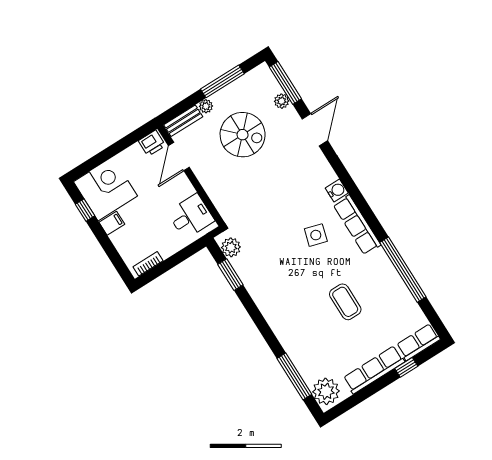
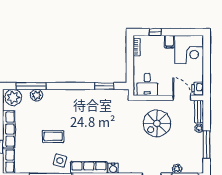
spiral stairs: (243, 135) -> (157, 123), moved
window: (85, 210) -> (155, 32), moved
side table: (316, 235) -> (60, 160), moved
plant: (231, 247) -> (37, 95), moved

